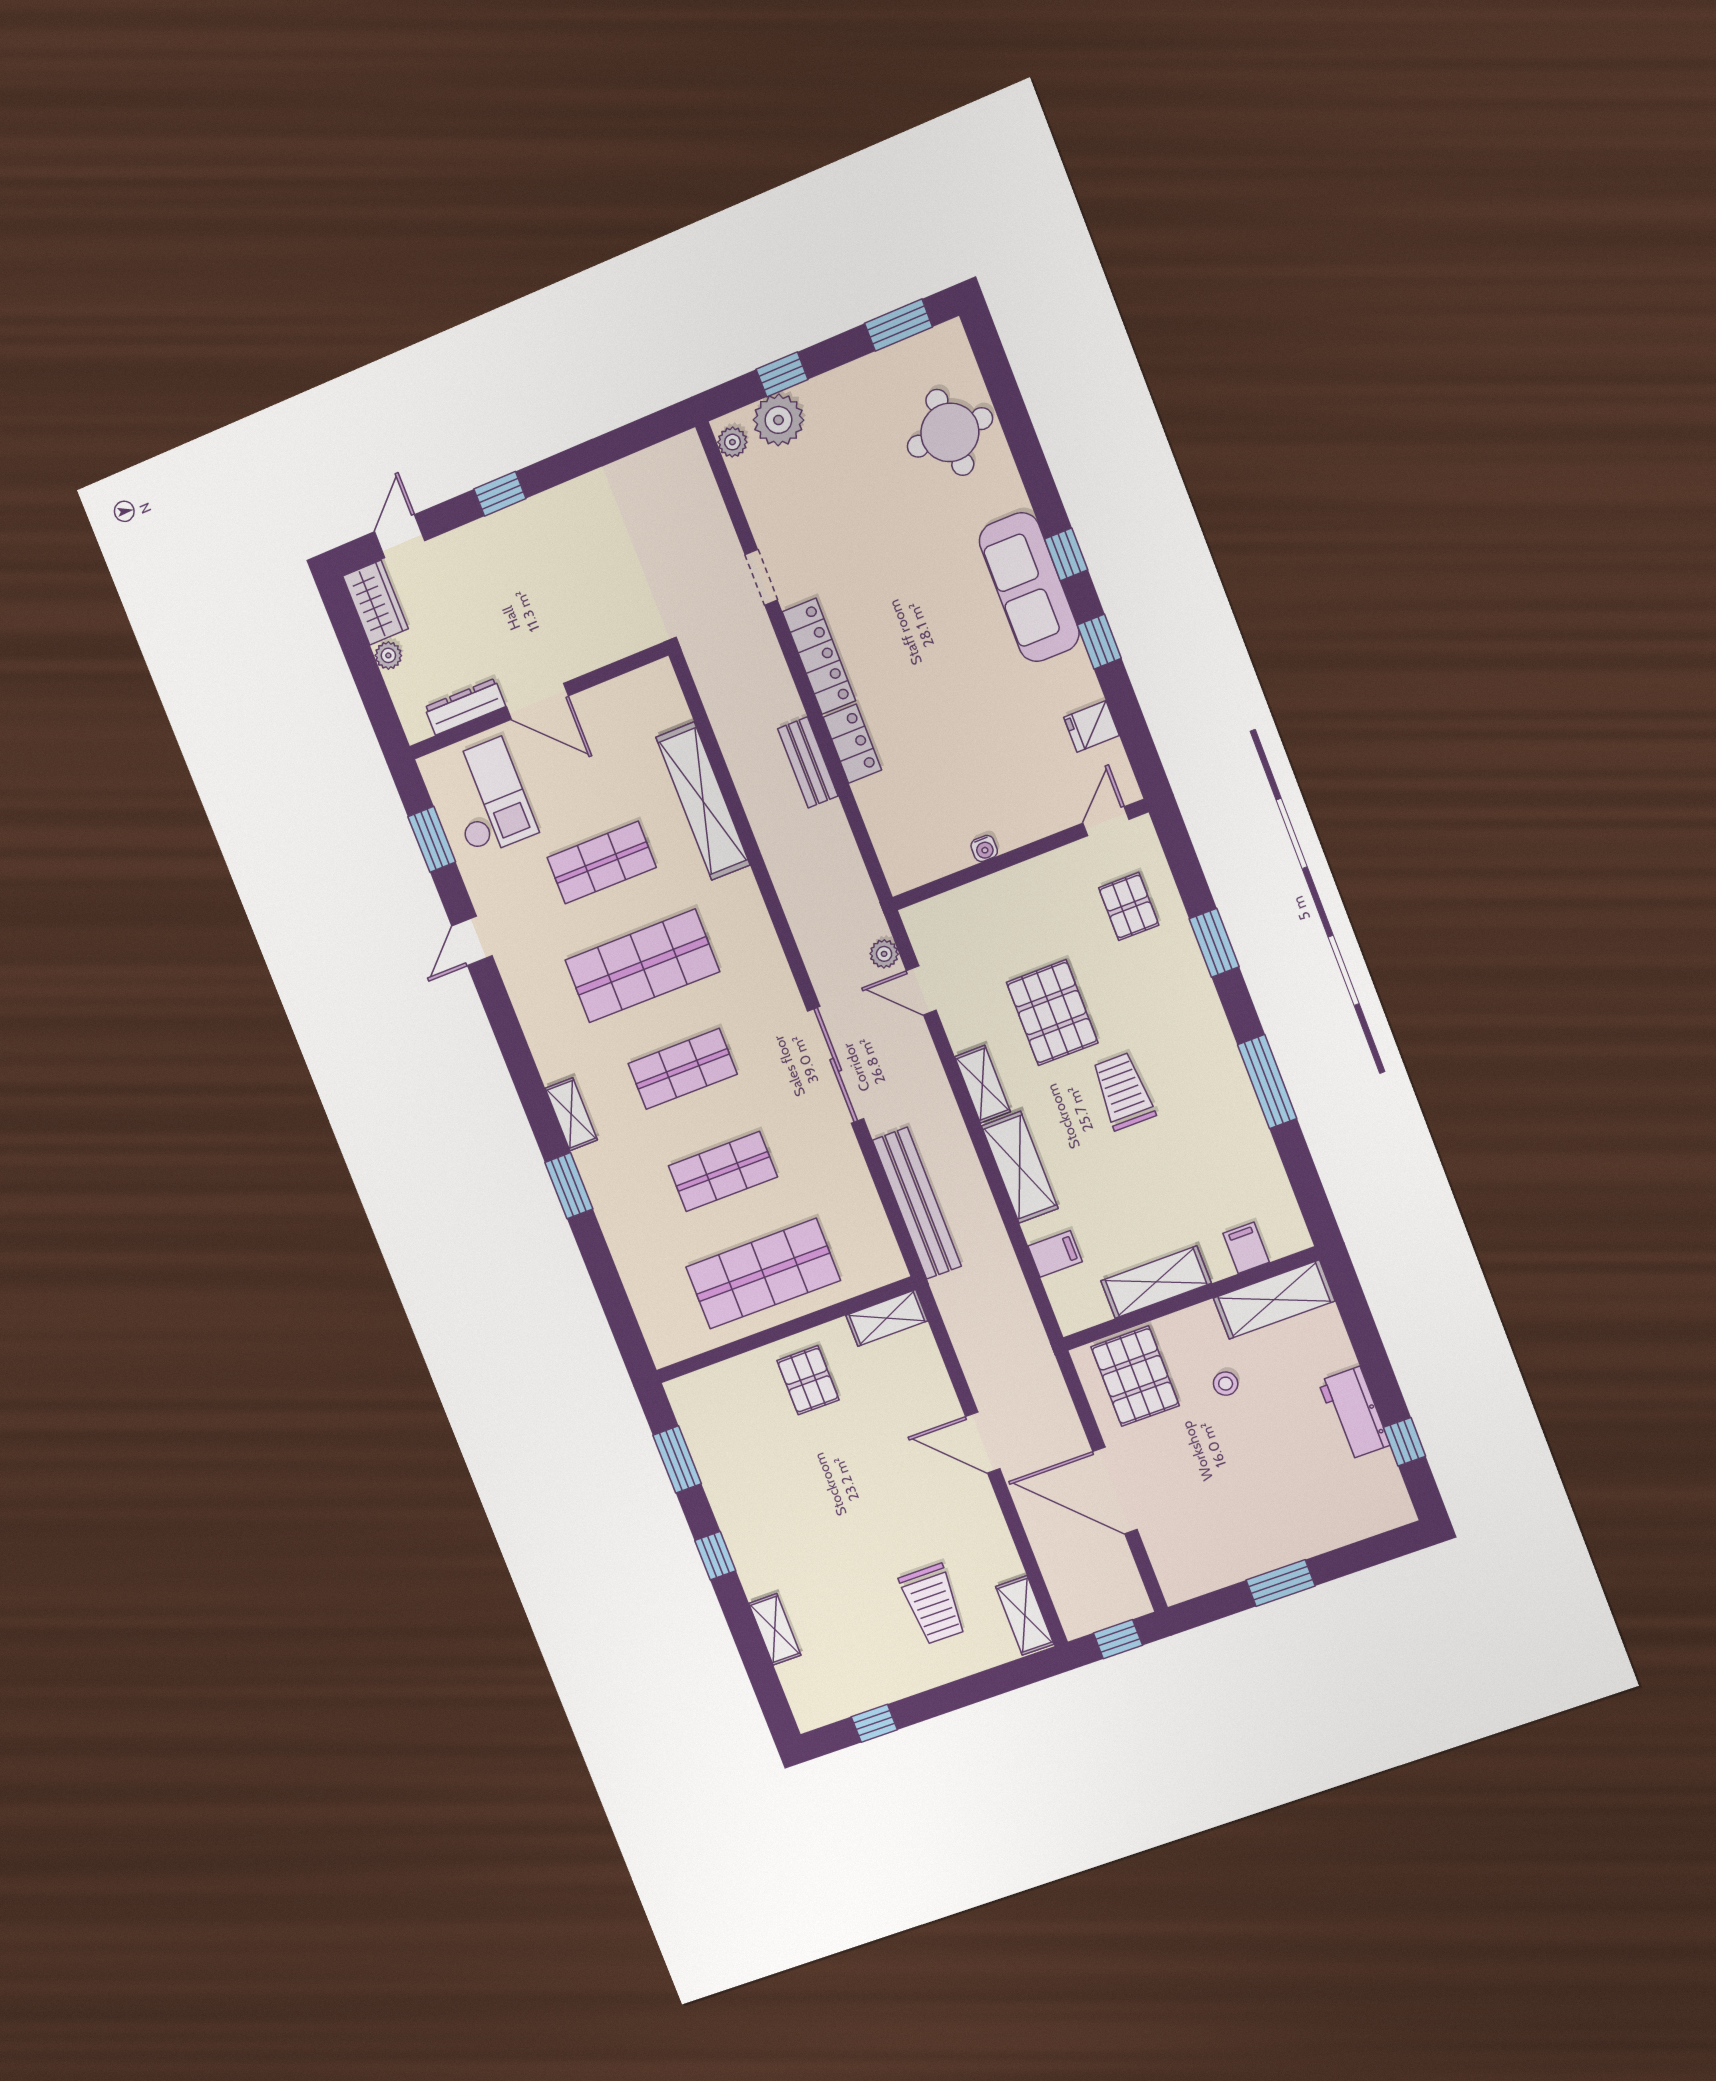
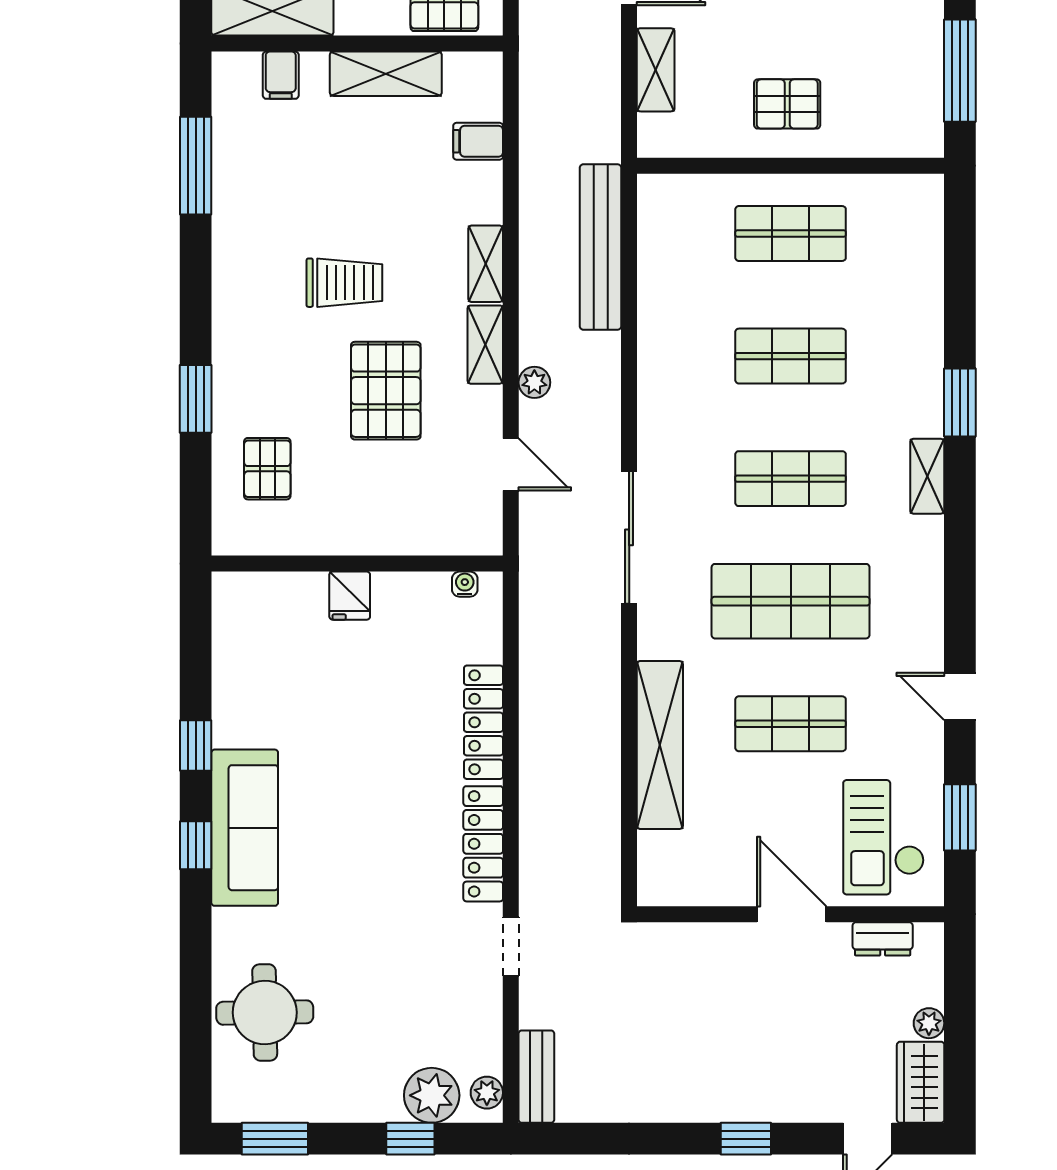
dresser: (465, 707) -> (883, 939), width x0.70
fridge: (1091, 726) -> (350, 596), moved, turned 90
locker: (852, 744) -> (483, 722), width x1.53
bench: (808, 762) -> (536, 1077), moved
door: (1106, 821) -> (257, 564), removed
water cooler: (984, 848) -> (465, 584), moved
door: (472, 941) -> (960, 696), swing flipped
plant: (884, 954) -> (534, 382), moved
sliding door: (836, 1065) -> (629, 537), moved
window: (1267, 1082) -> (196, 166), moved
trolley: (1123, 1091) -> (344, 283), turned -90
shelving: (1020, 1167) -> (486, 264), width x0.67, depth x0.75
shop shelf: (763, 1274) -> (791, 234), width x0.70, depth x0.74
shelving: (887, 1318) -> (656, 70), moved, turned 90
pallet: (808, 1380) -> (787, 104), turned 90
window: (677, 1459) -> (960, 71), width x1.44

